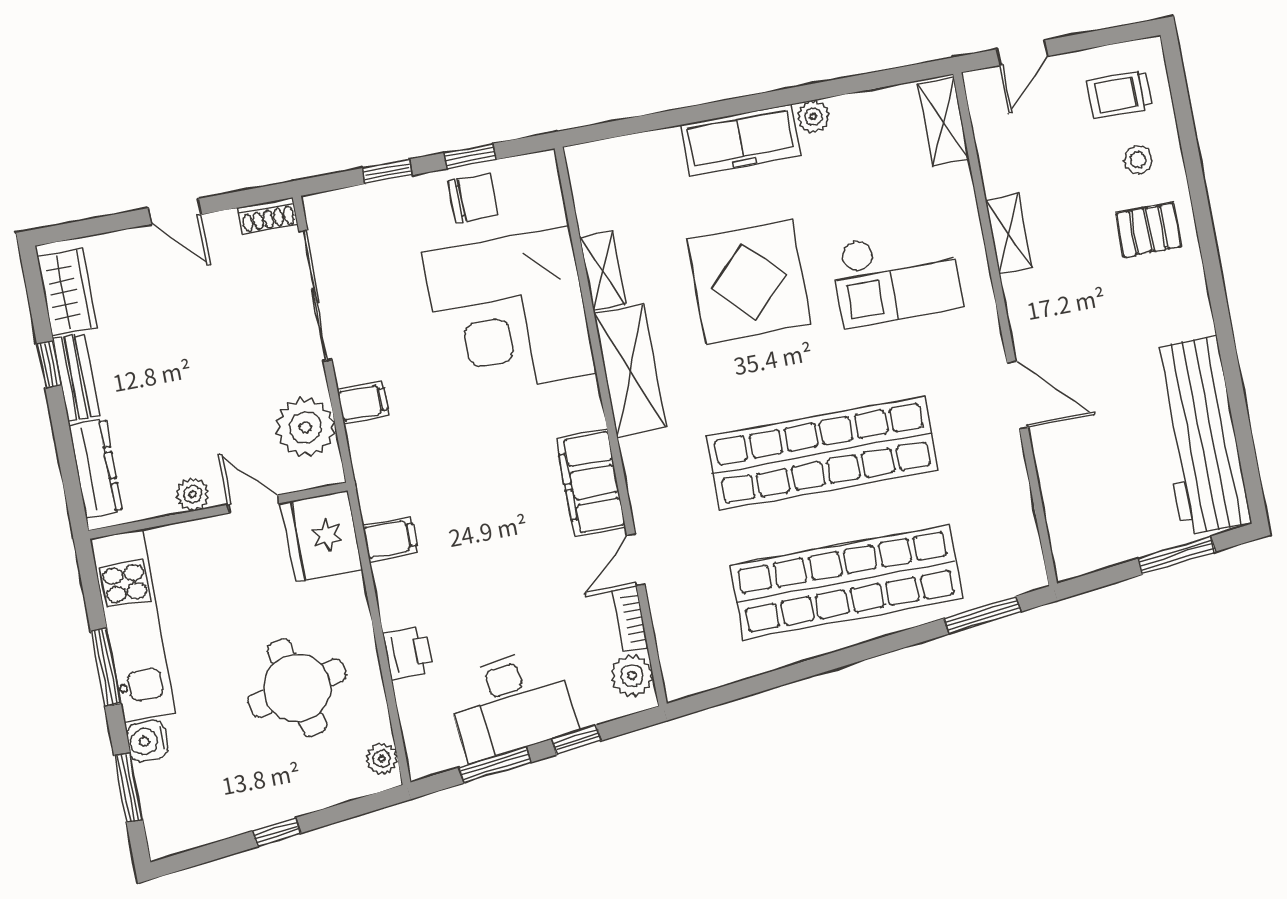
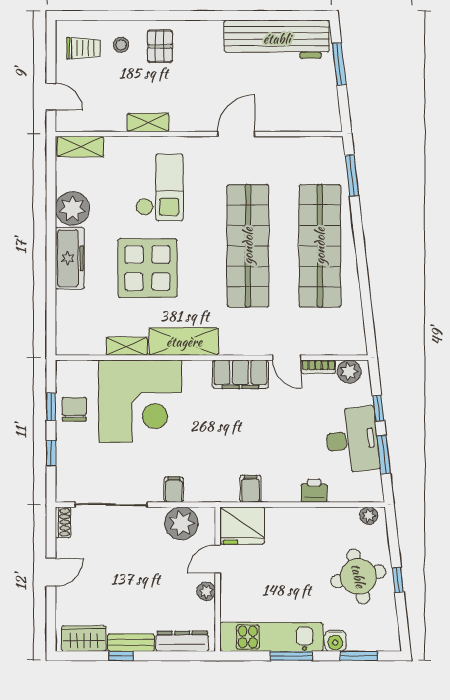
trolley: (1120, 94) -> (83, 48), turned -90
plant: (813, 117) -> (72, 209), width x1.87, depth x1.87
round table: (297, 688) -> (358, 576), moved

